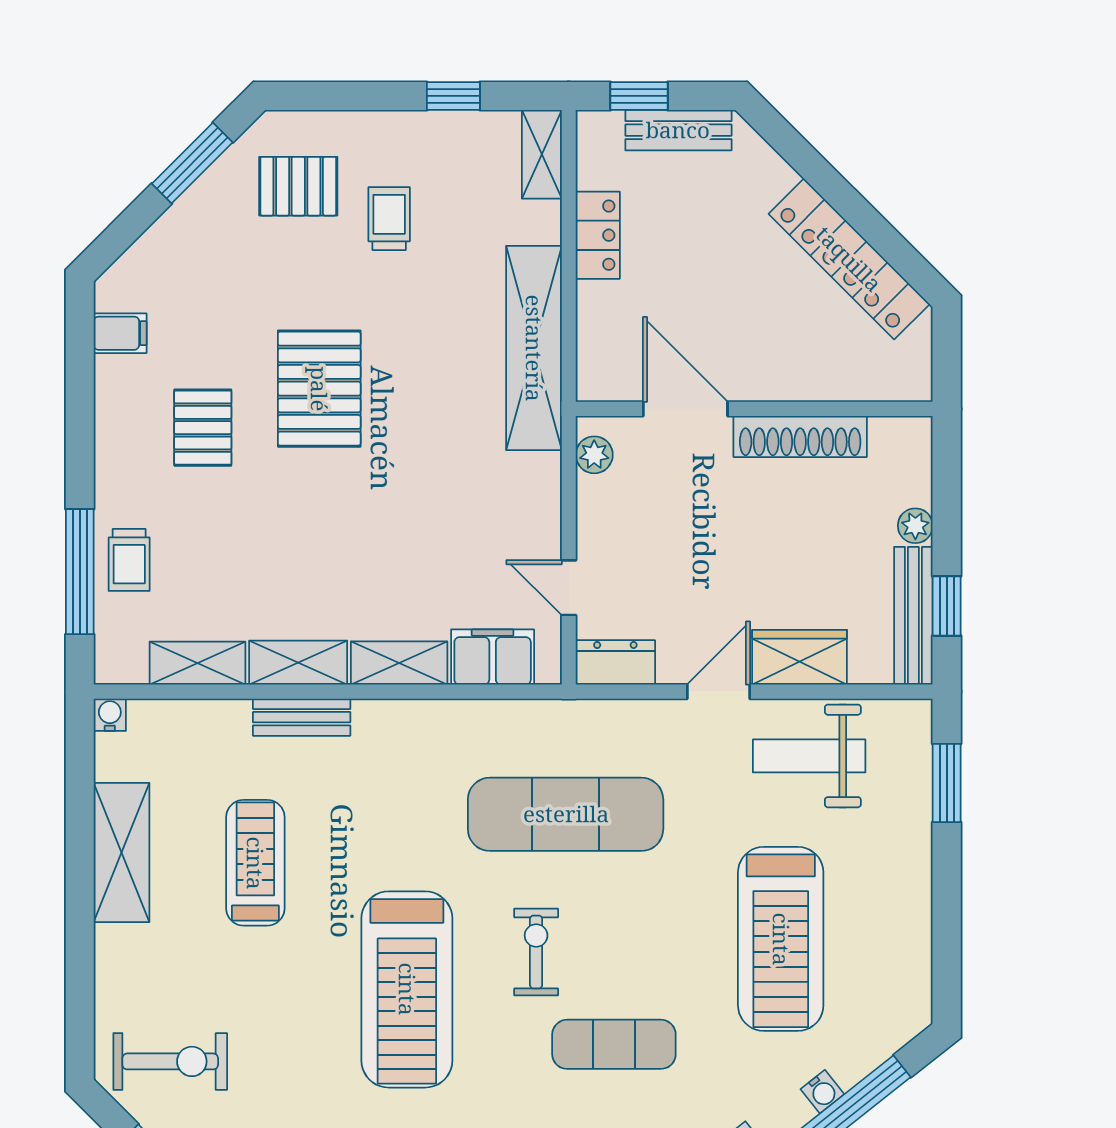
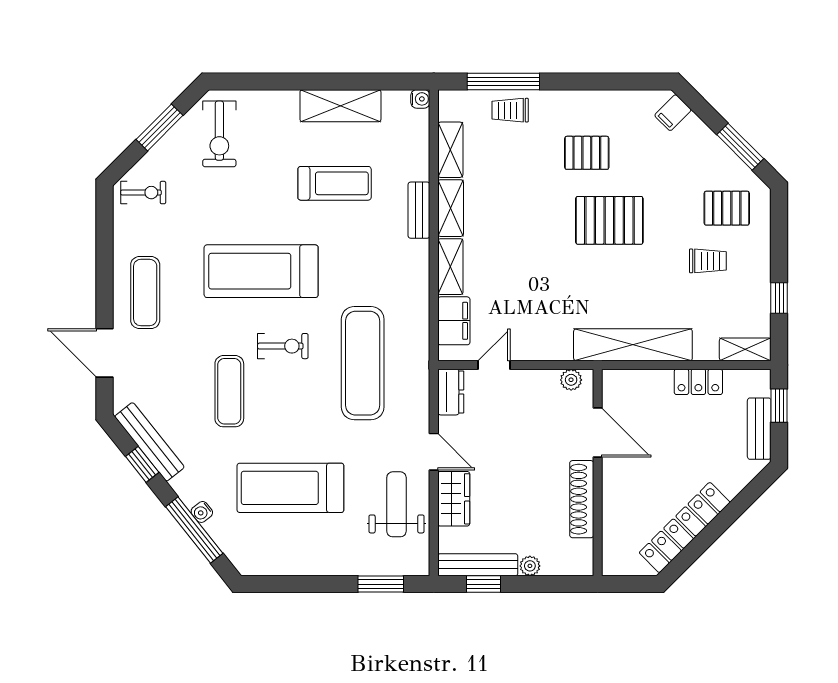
pallet: (298, 186) -> (727, 208), turned 90
filing cabinet: (120, 333) -> (673, 113), moved, turned 45
door: (685, 409) -> (598, 433), hinge flipped

